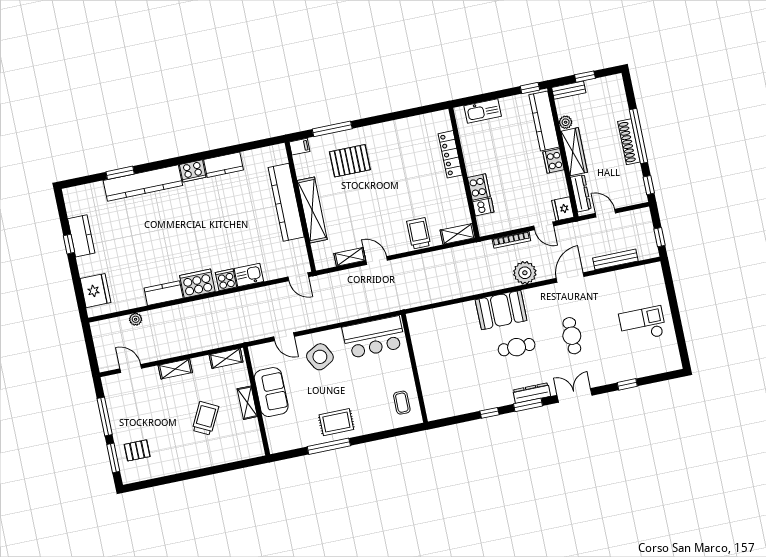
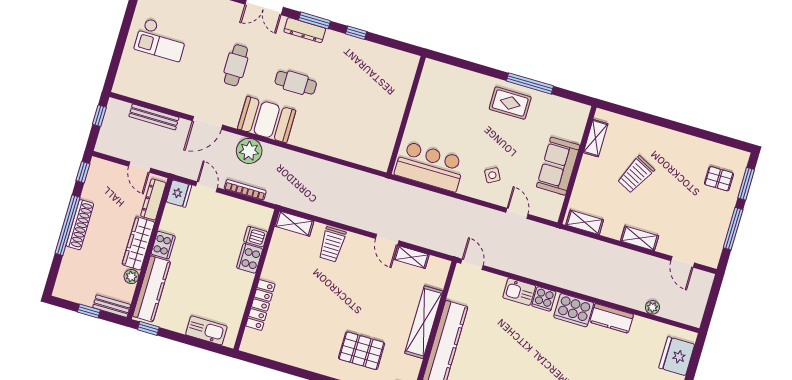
booth: (501, 310) -> (267, 120), moved
side table: (320, 357) -> (492, 175), width x0.54, depth x0.54
shelving: (247, 403) -> (596, 138), moved
coffee table: (402, 403) -> (436, 88), removed

